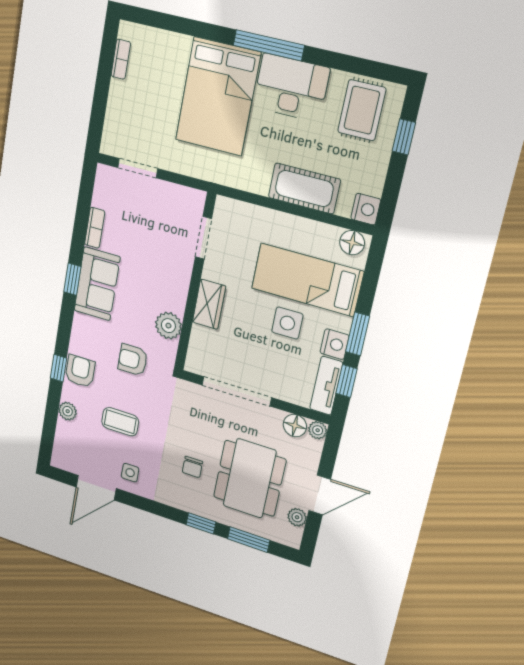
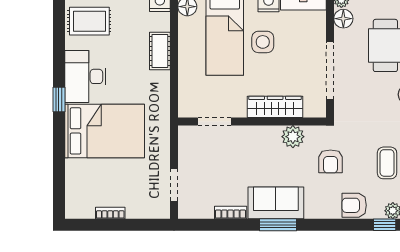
window: (269, 45) -> (59, 99), width x0.46
bookcase: (121, 59) -> (110, 213), moved
cot: (304, 188) -> (160, 51), width x0.73, depth x0.75
window: (72, 279) -> (278, 225), width x1.50
wardrobe: (209, 304) -> (275, 107), width x1.50
window: (59, 368) -> (385, 225), moved

